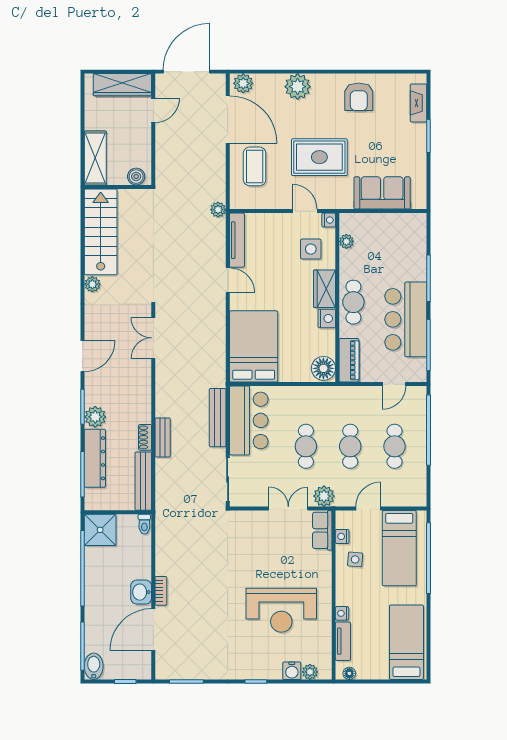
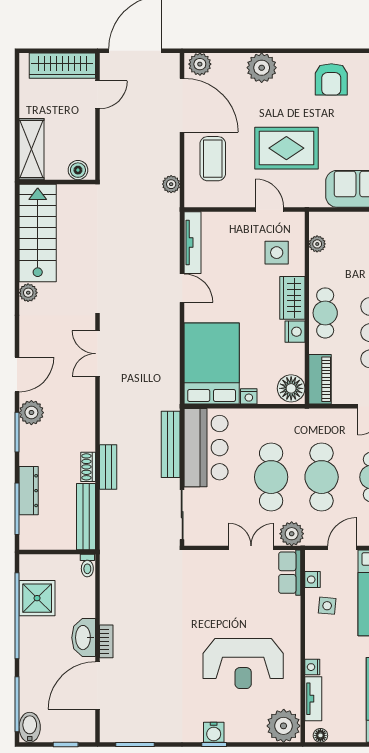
plant: (218, 210) -> (171, 184), moved
nightstand: (329, 220) -> (249, 396), moved, turned 90
plant: (95, 417) -> (31, 413), moved
cafe table: (306, 446) -> (271, 477), width x1.37, depth x1.35
cafe table: (350, 446) -> (322, 477), width x1.37, depth x1.35
dresser: (95, 458) -> (29, 491), width x0.73, depth x0.80
shower: (100, 530) -> (37, 598), moved
washbasin: (141, 592) -> (84, 638), width x1.38
water cooler: (292, 671) -> (214, 732), moved
plant: (310, 672) -> (284, 726), width x1.88, depth x1.88

